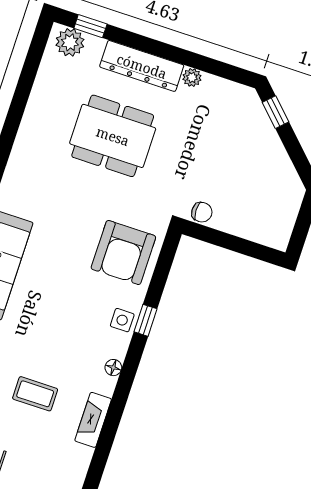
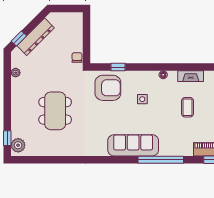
dresser: (142, 66) -> (36, 37), moved, turned 45
plant: (192, 78) -> (16, 73), moved
side table: (122, 320) -> (142, 99), moved
window: (146, 320) -> (118, 67), moved

